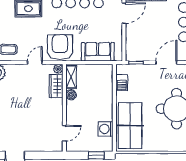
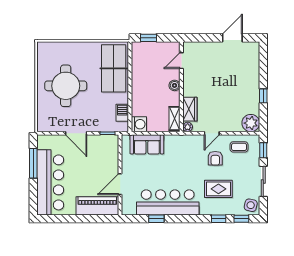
armchair: (60, 47) -> (215, 158), moved, width x0.53, depth x0.53
door: (166, 63) -> (76, 133), hinge flipped
boiler: (71, 95) -> (174, 85), moved
washing machine: (106, 129) -> (139, 124), moved

